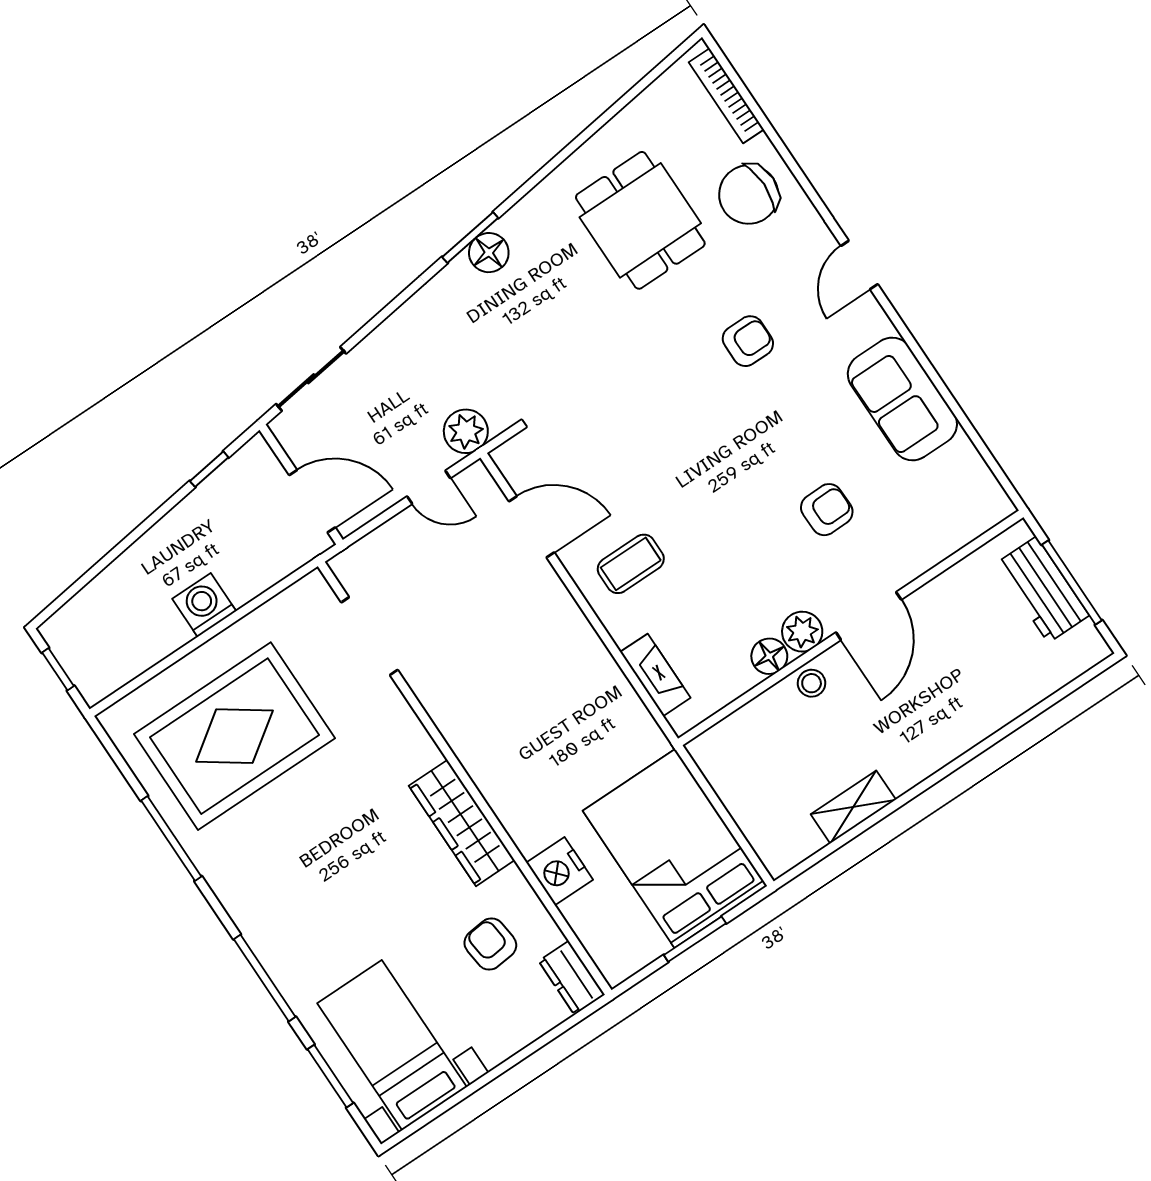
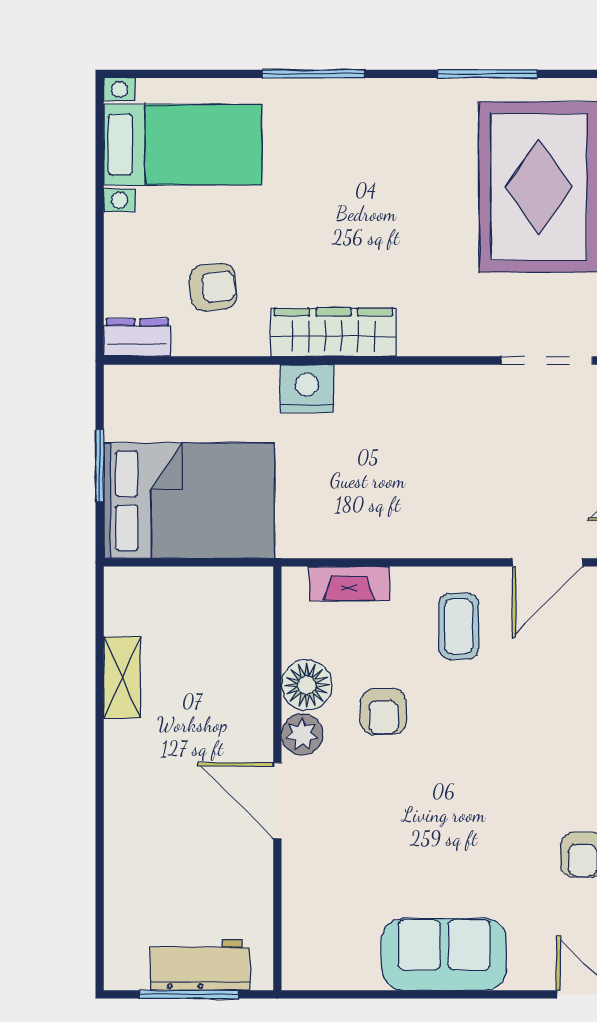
armchair: (827, 510) -> (383, 712), moved
floor lamp: (769, 656) -> (307, 685), width x1.38, depth x1.38
stool: (812, 683) -> (252, 713), removed
nightstand: (560, 871) -> (307, 389), moved
window: (330, 1076) -> (192, 74), removed

